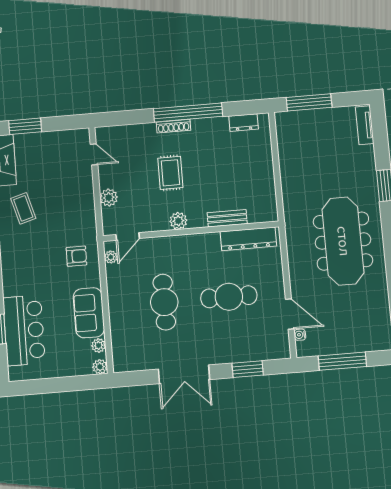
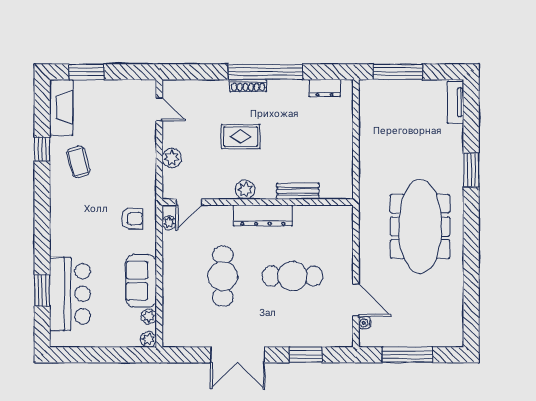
rug: (170, 173) -> (241, 137), turned 90
dresser: (248, 239) -> (263, 215), moved

